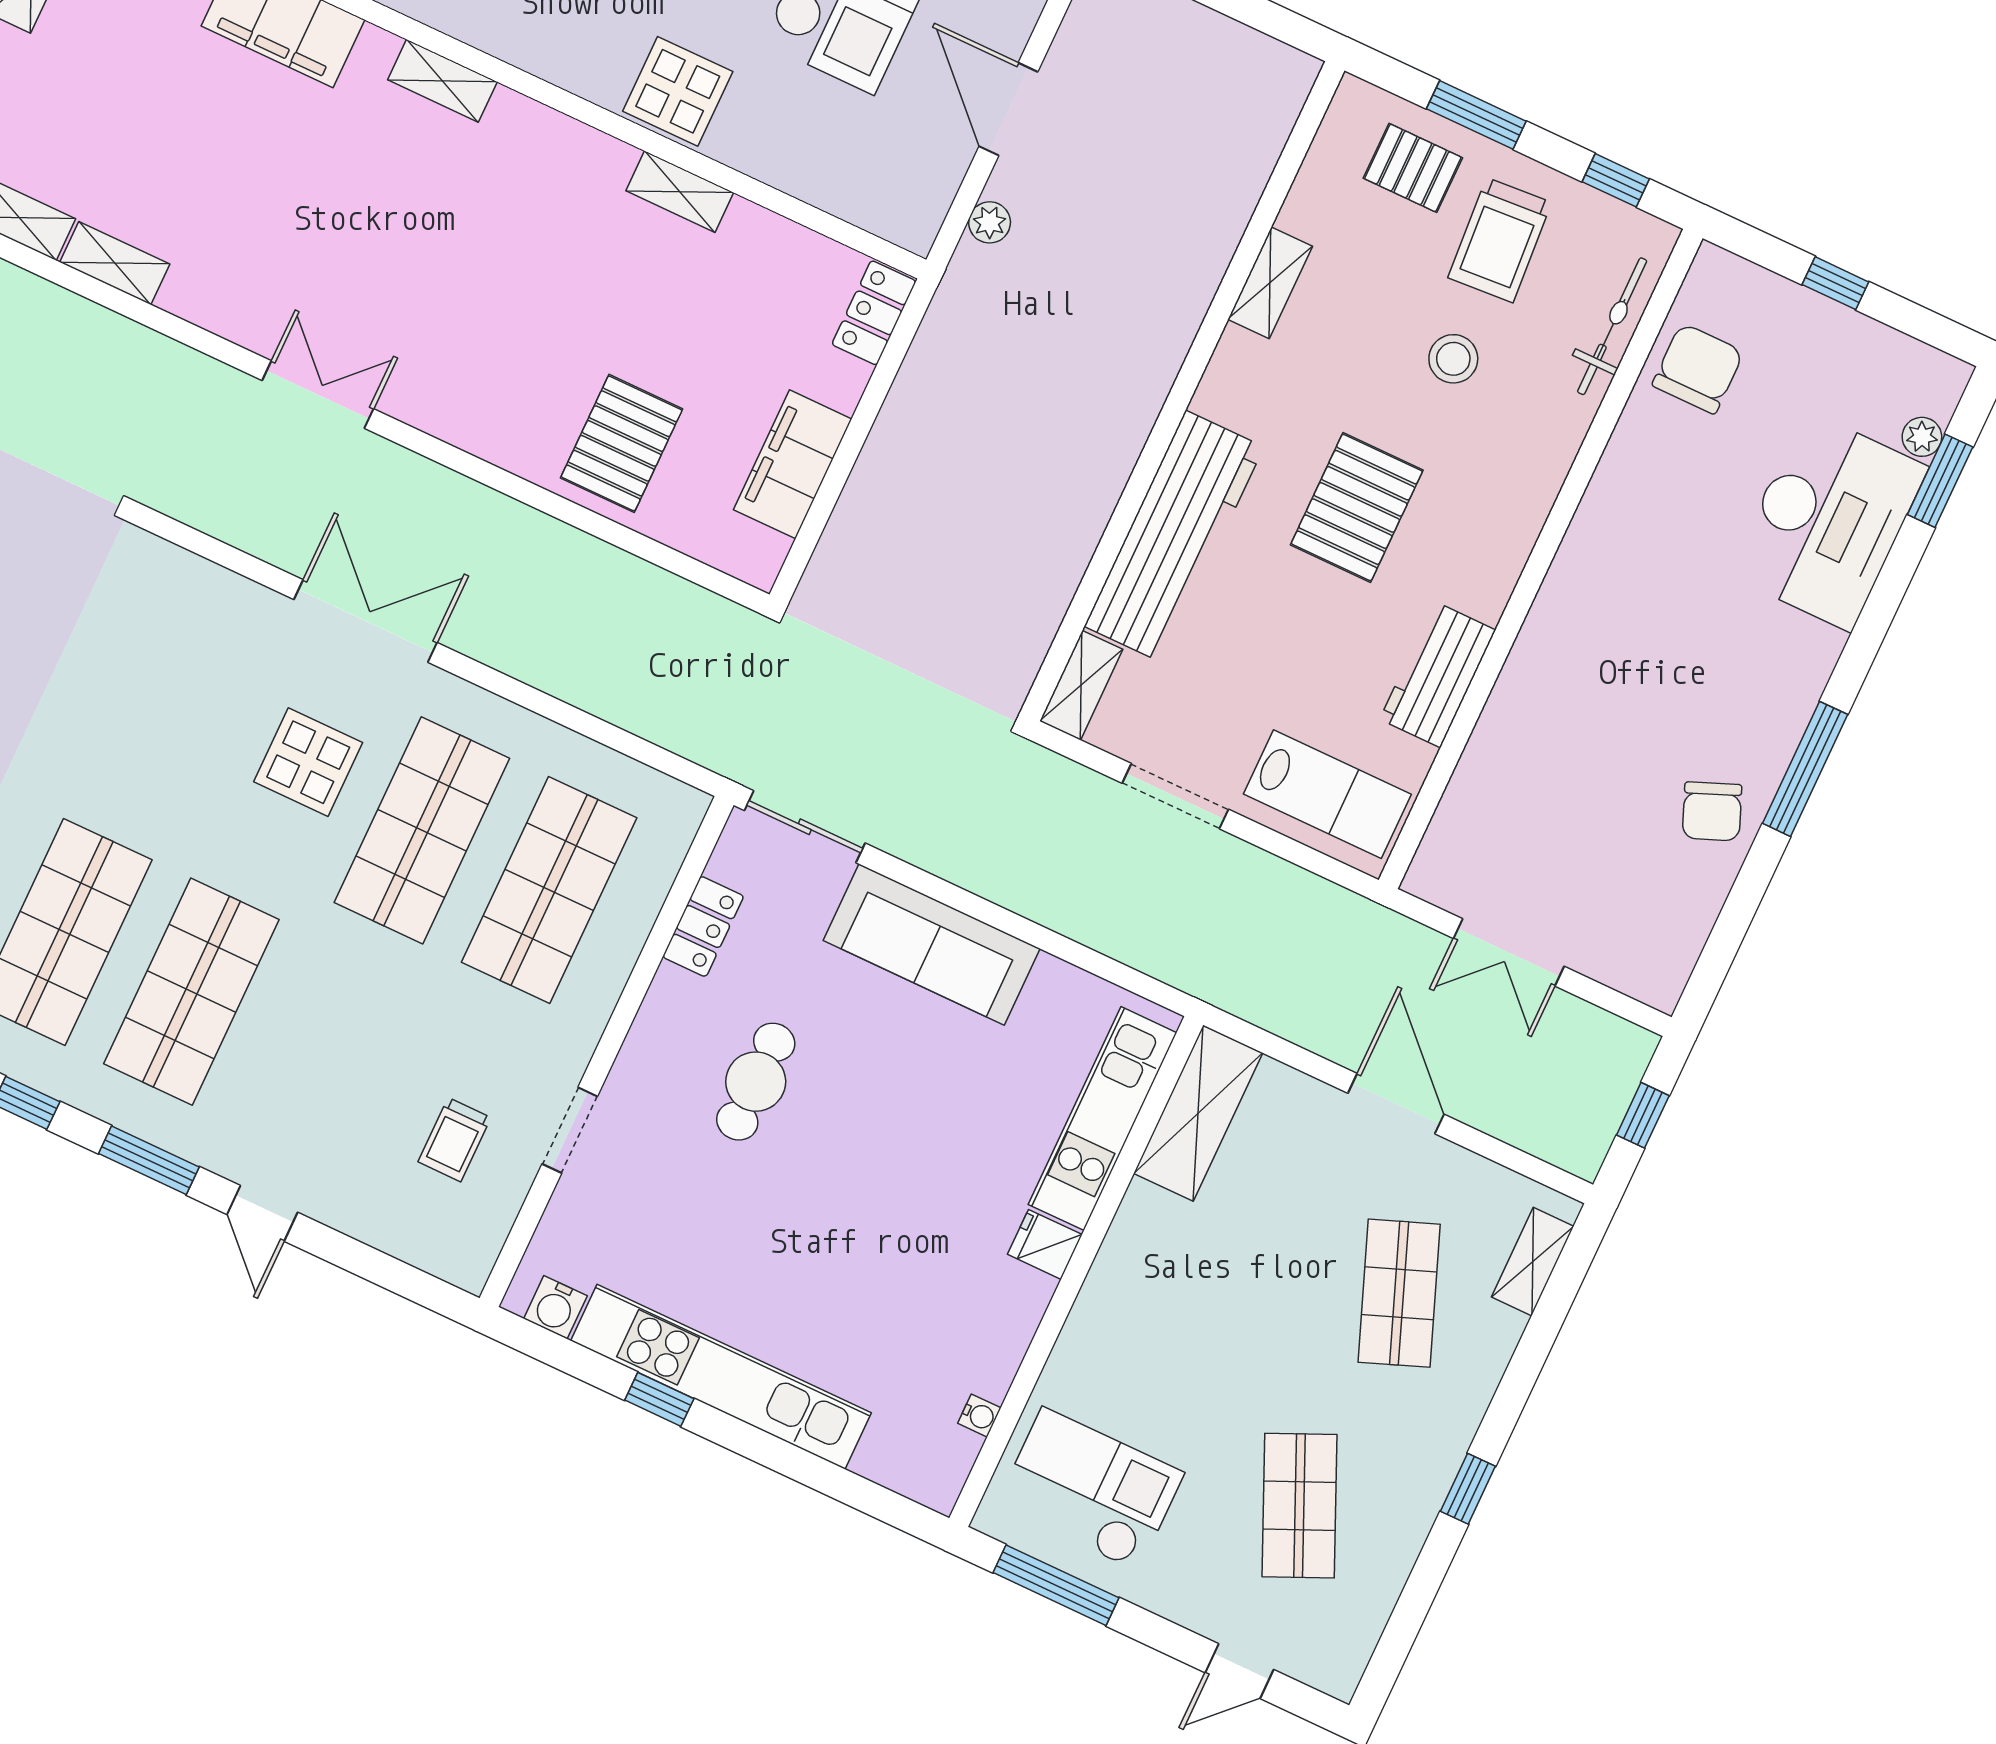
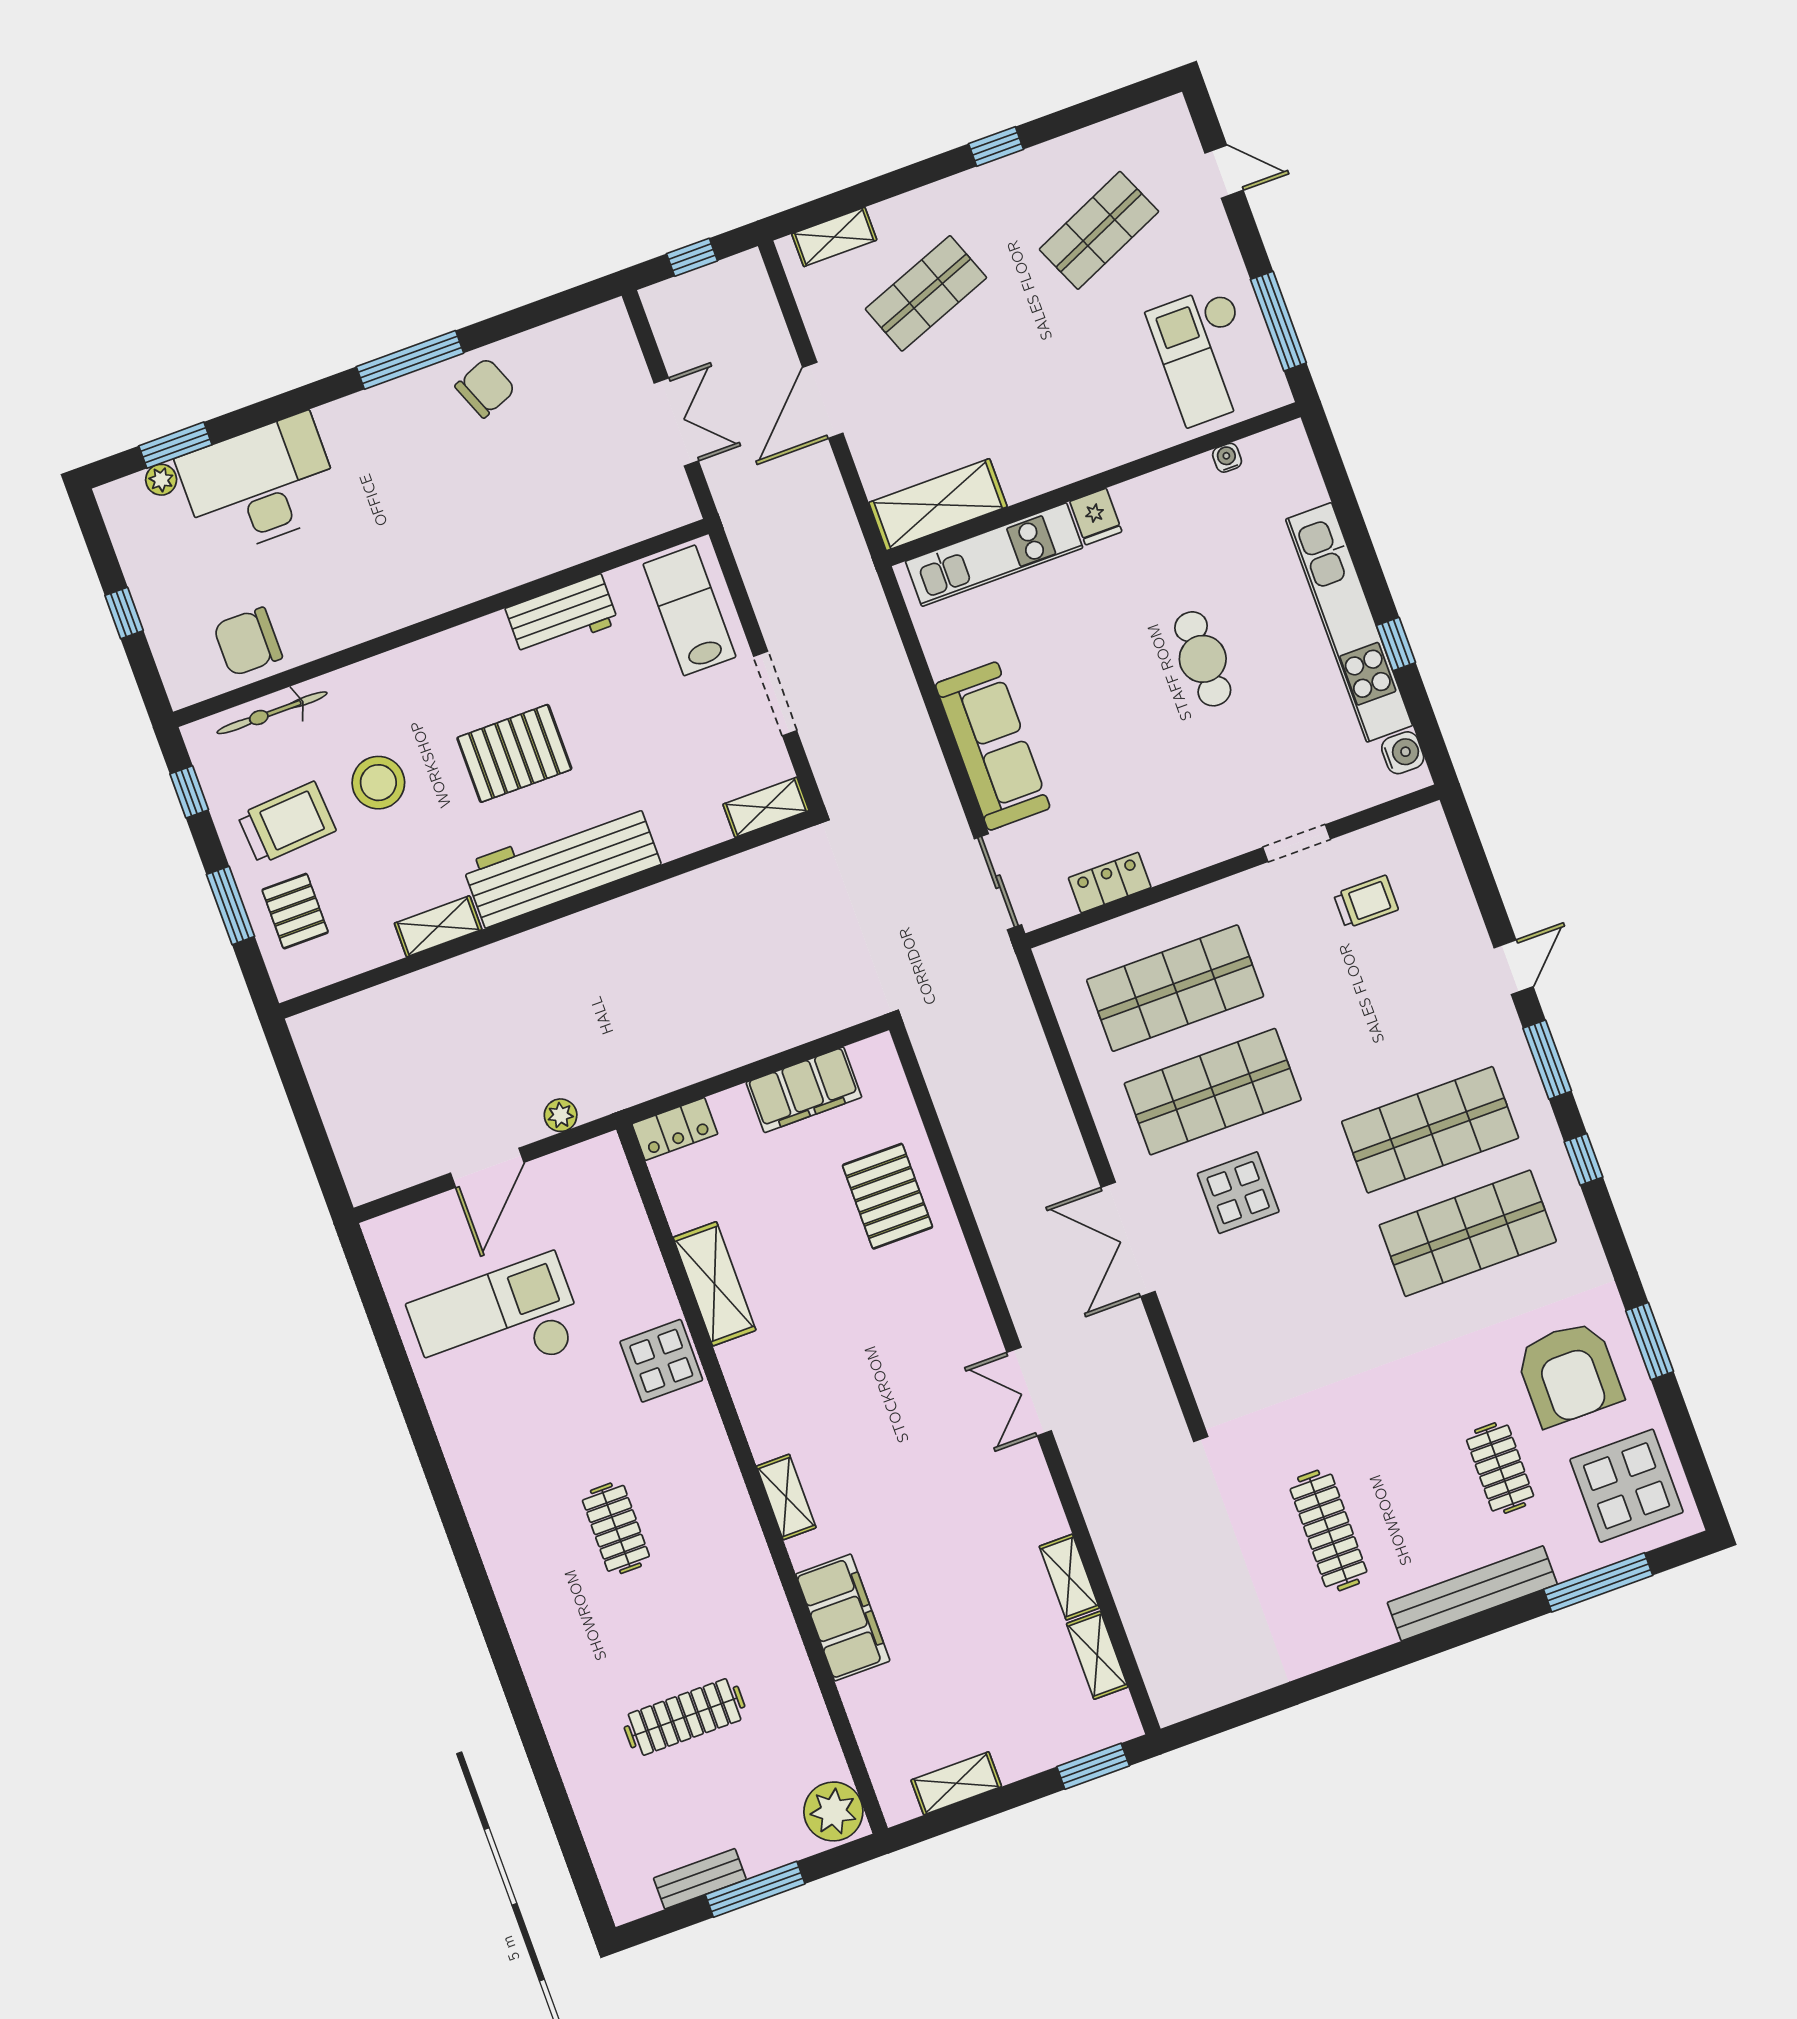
shelving: (680, 192) -> (714, 1284), width x1.50, depth x1.33
stool: (1453, 359) -> (378, 783), width x1.38, depth x1.38
pallet: (622, 443) -> (887, 1196), turned 90
workbench: (1174, 536) -> (562, 864), moved
cafe table: (756, 1082) -> (1203, 659), moved, turned 90

